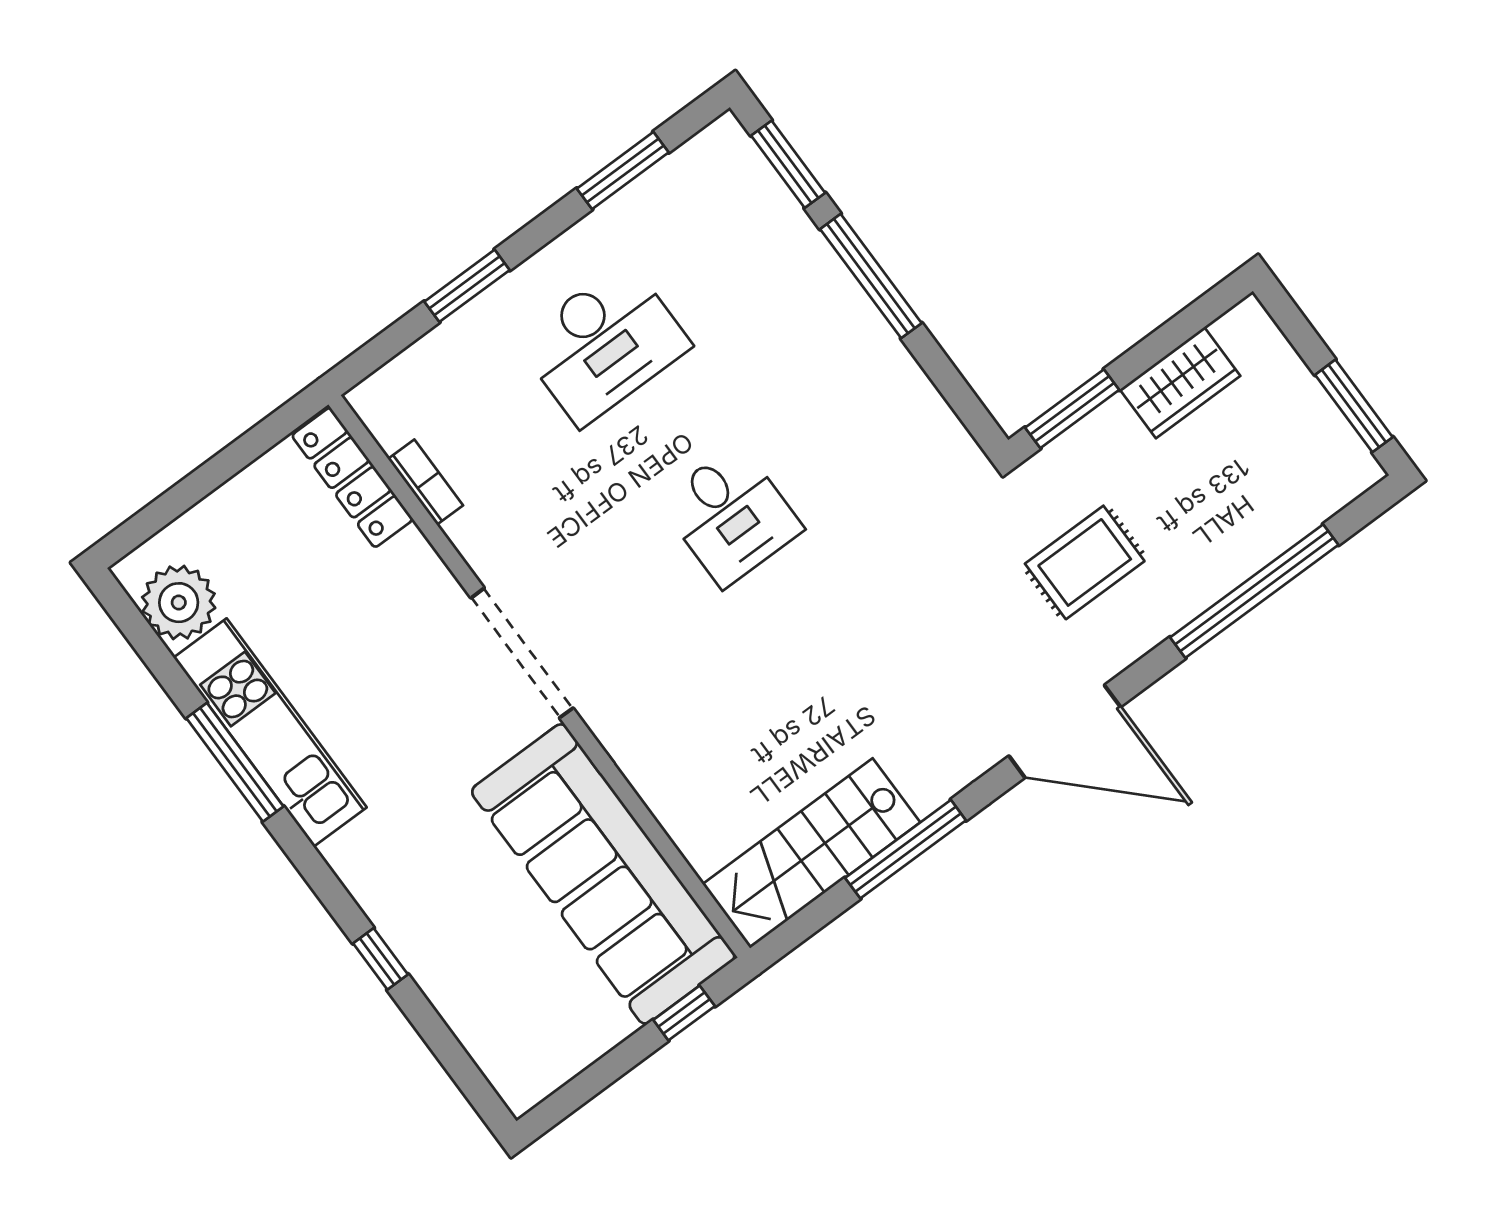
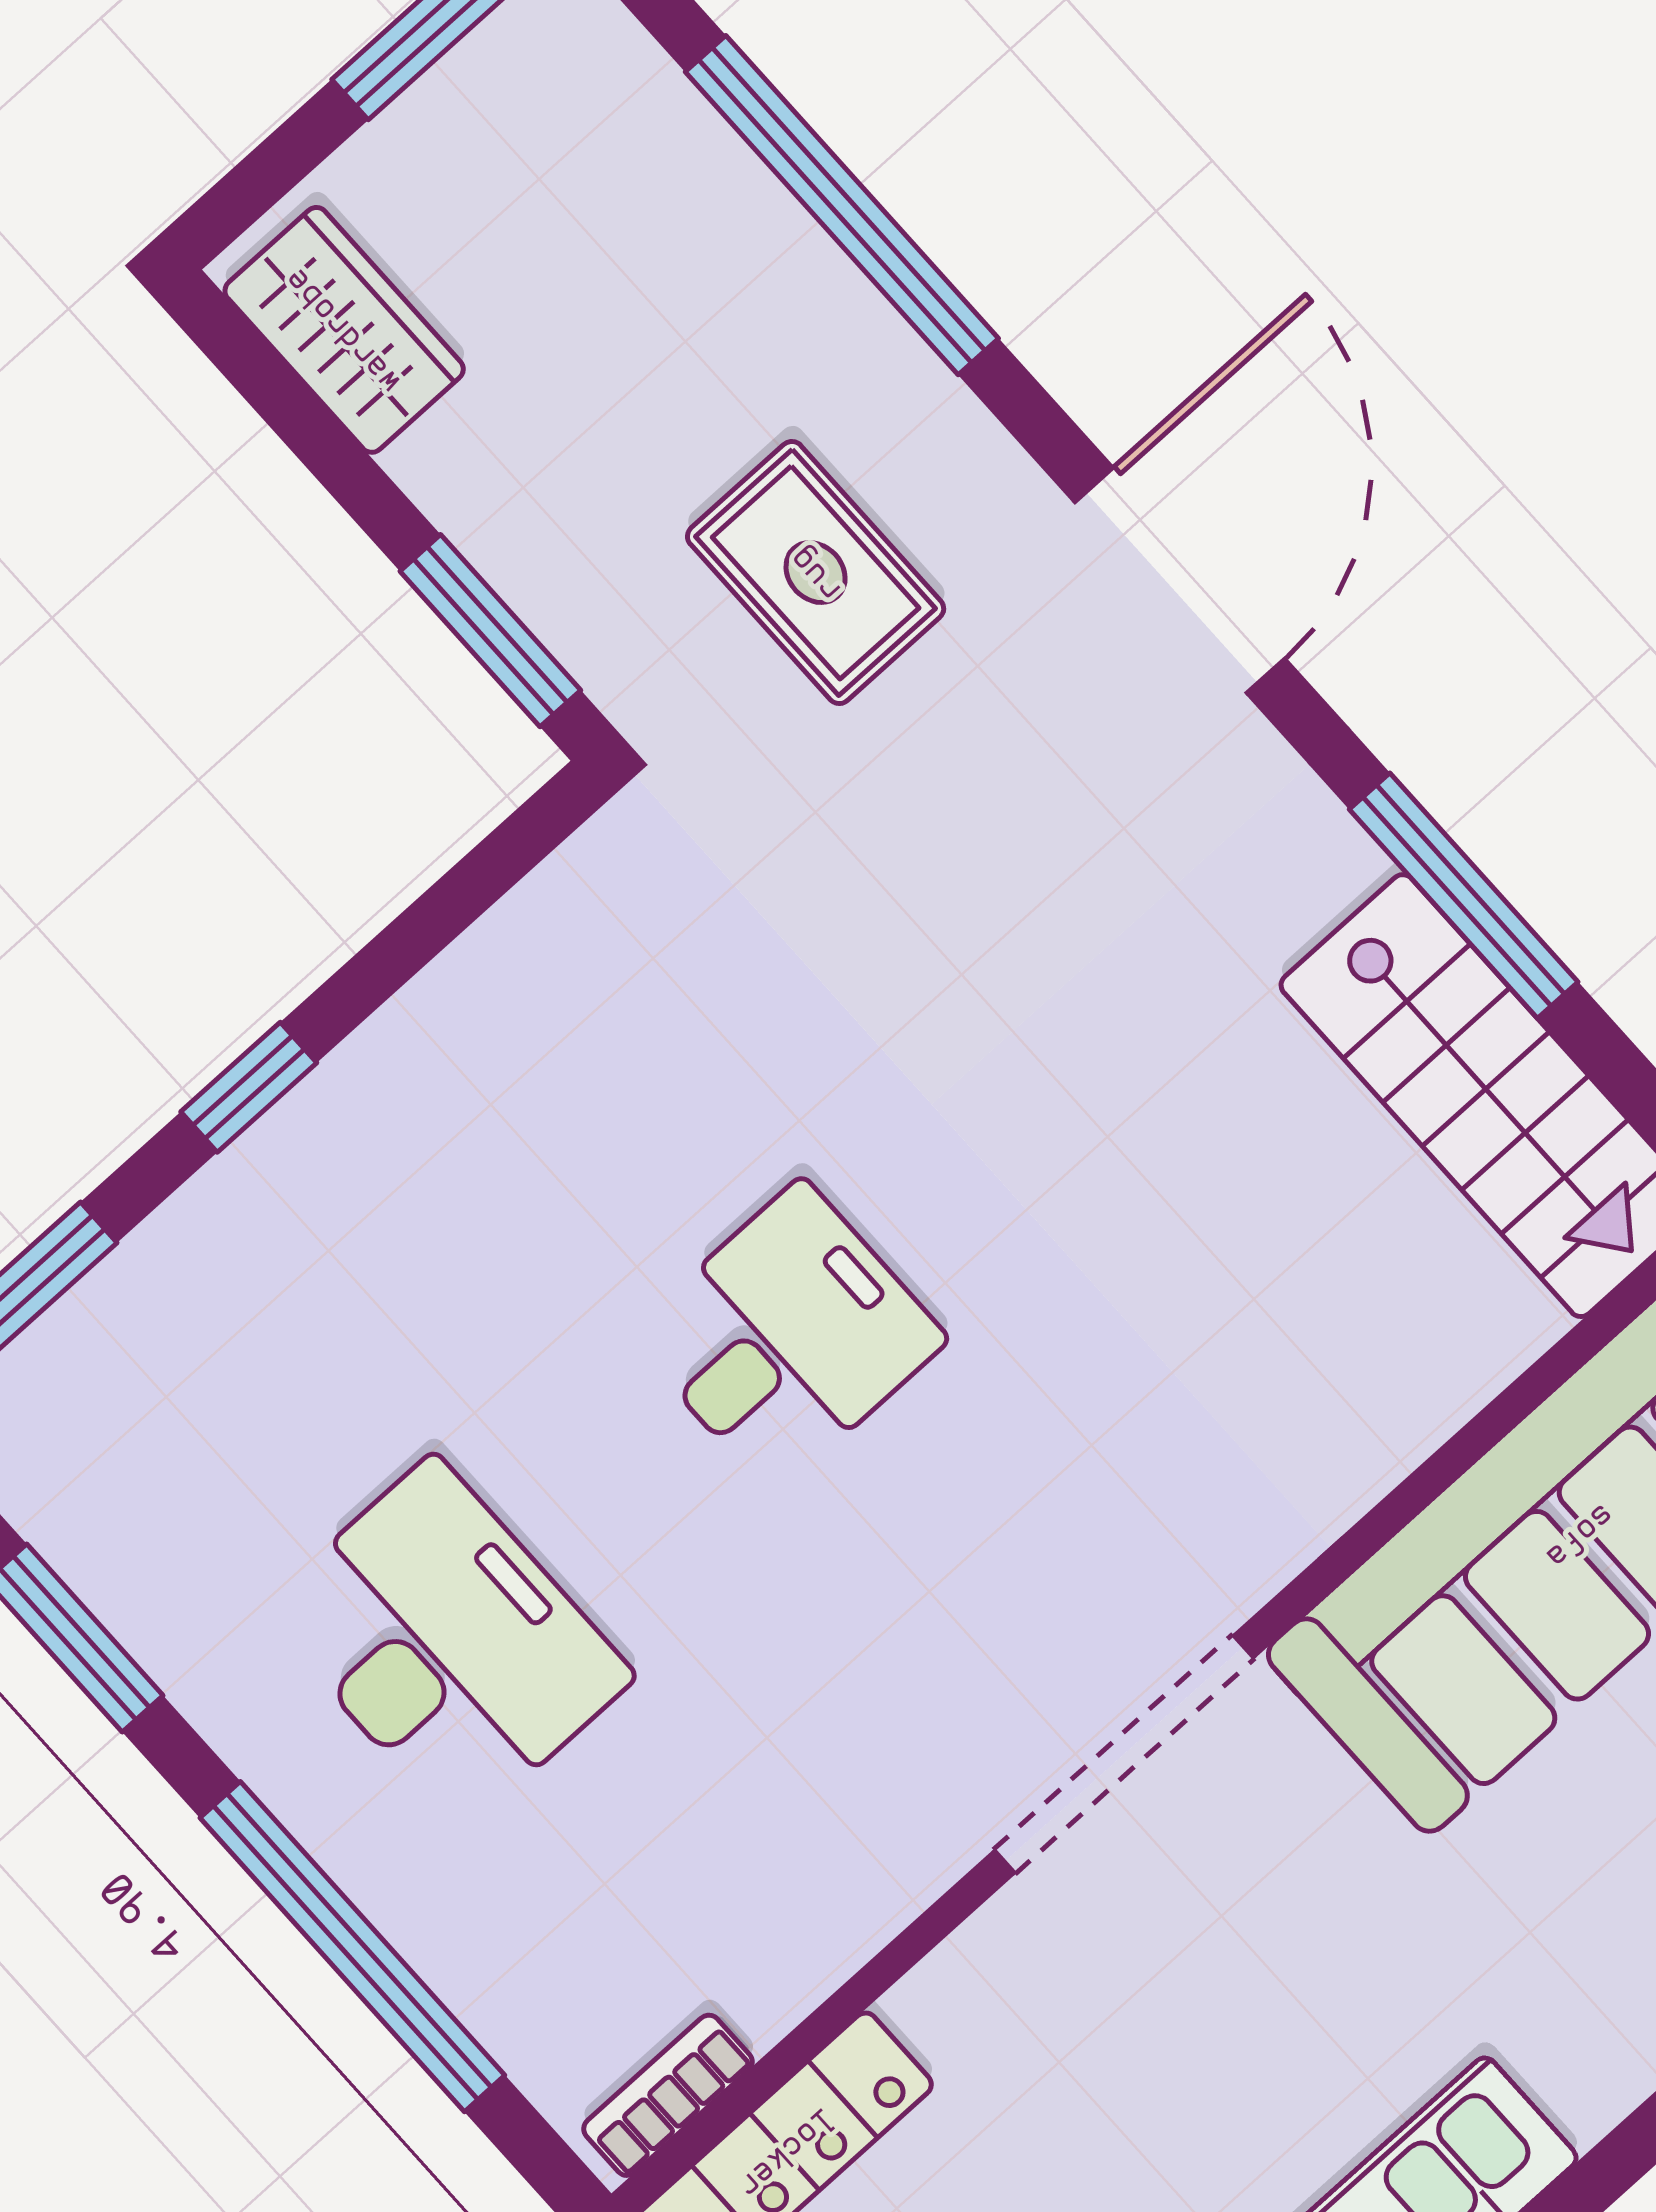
window: (871, 276) -> (249, 1087), width x0.46
window: (467, 286) -> (352, 1947), width x2.11
wardrobe: (1180, 383) -> (344, 330), moved
bookcase: (425, 482) -> (668, 2095), moved

